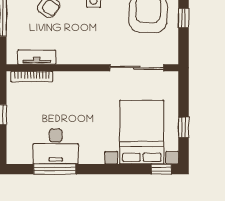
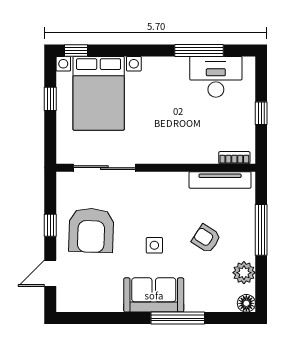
tv unit: (37, 57) -> (220, 180), width x1.41
bookcase: (32, 76) -> (234, 158), width x0.64
desk: (56, 146) -> (216, 77), moved

